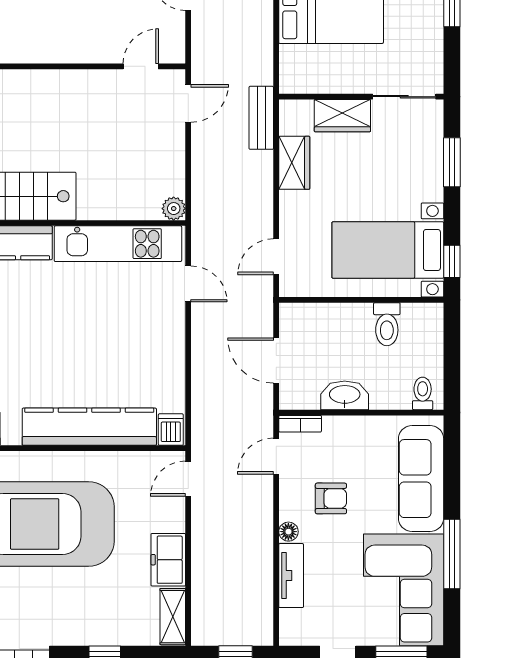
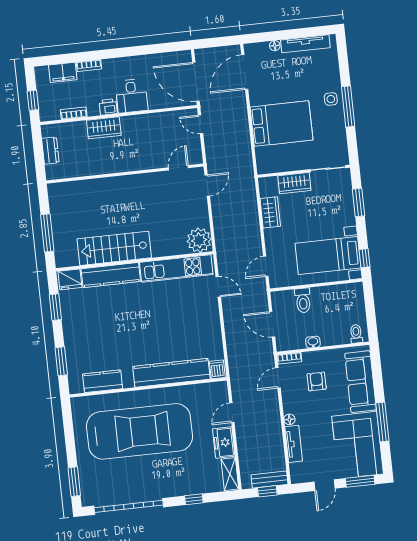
bench: (261, 118) -> (269, 480), moved, turned 90
plant: (174, 209) -> (199, 240), width x1.87, depth x1.87
toilet: (387, 324) -> (303, 300), moved
washbasin: (345, 395) -> (313, 342), width x0.52, depth x0.69
door: (188, 479) -> (232, 413), moved
armchair: (331, 498) -> (317, 381), moved, turned -90

